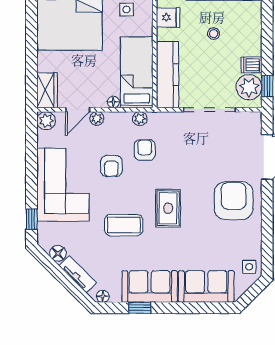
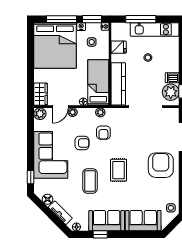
armchair: (145, 150) -> (103, 133), turned 180
armchair: (111, 166) -> (82, 143), turned -90
coffee table: (124, 225) -> (90, 181), turned 90

